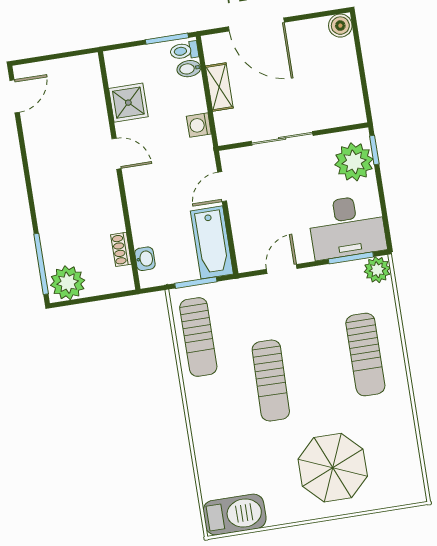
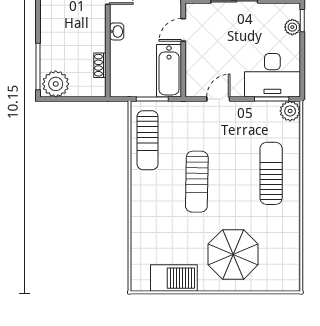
plant: (354, 162) -> (292, 27), width x0.53, depth x0.53
washbasin: (145, 259) -> (117, 31), moved
sun lounger: (365, 355) -> (271, 173), turned 180
barbecue: (235, 515) -> (174, 278), moved

